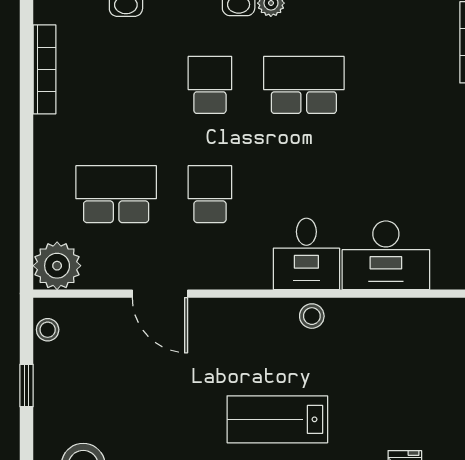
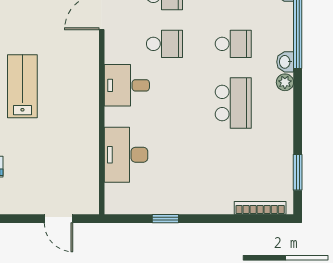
desk: (306, 254) -> (127, 85), moved
stool: (312, 316) -> (88, 108), removed

